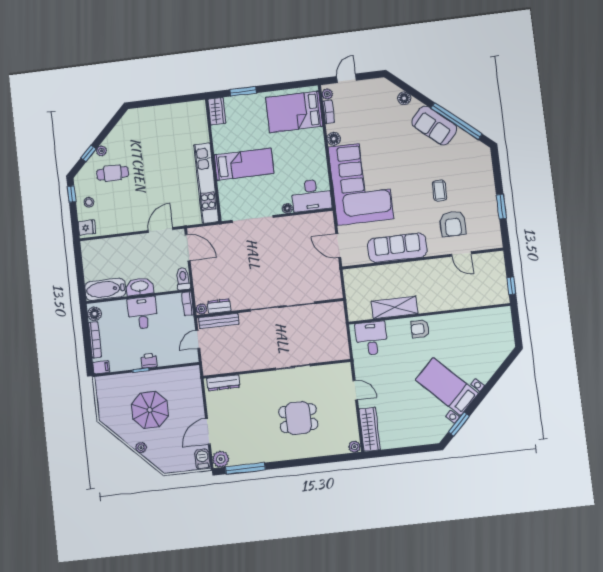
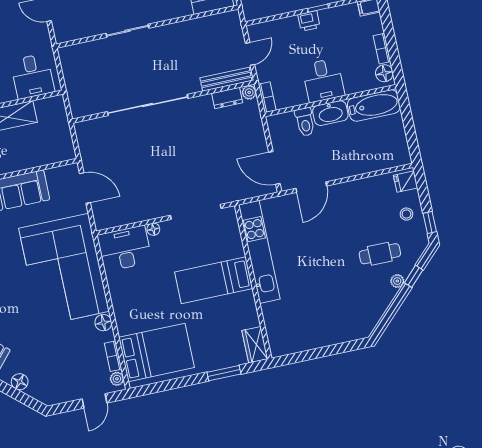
toilet: (183, 279) -> (305, 122), moved
bookcase: (95, 340) -> (382, 49), width x0.64

